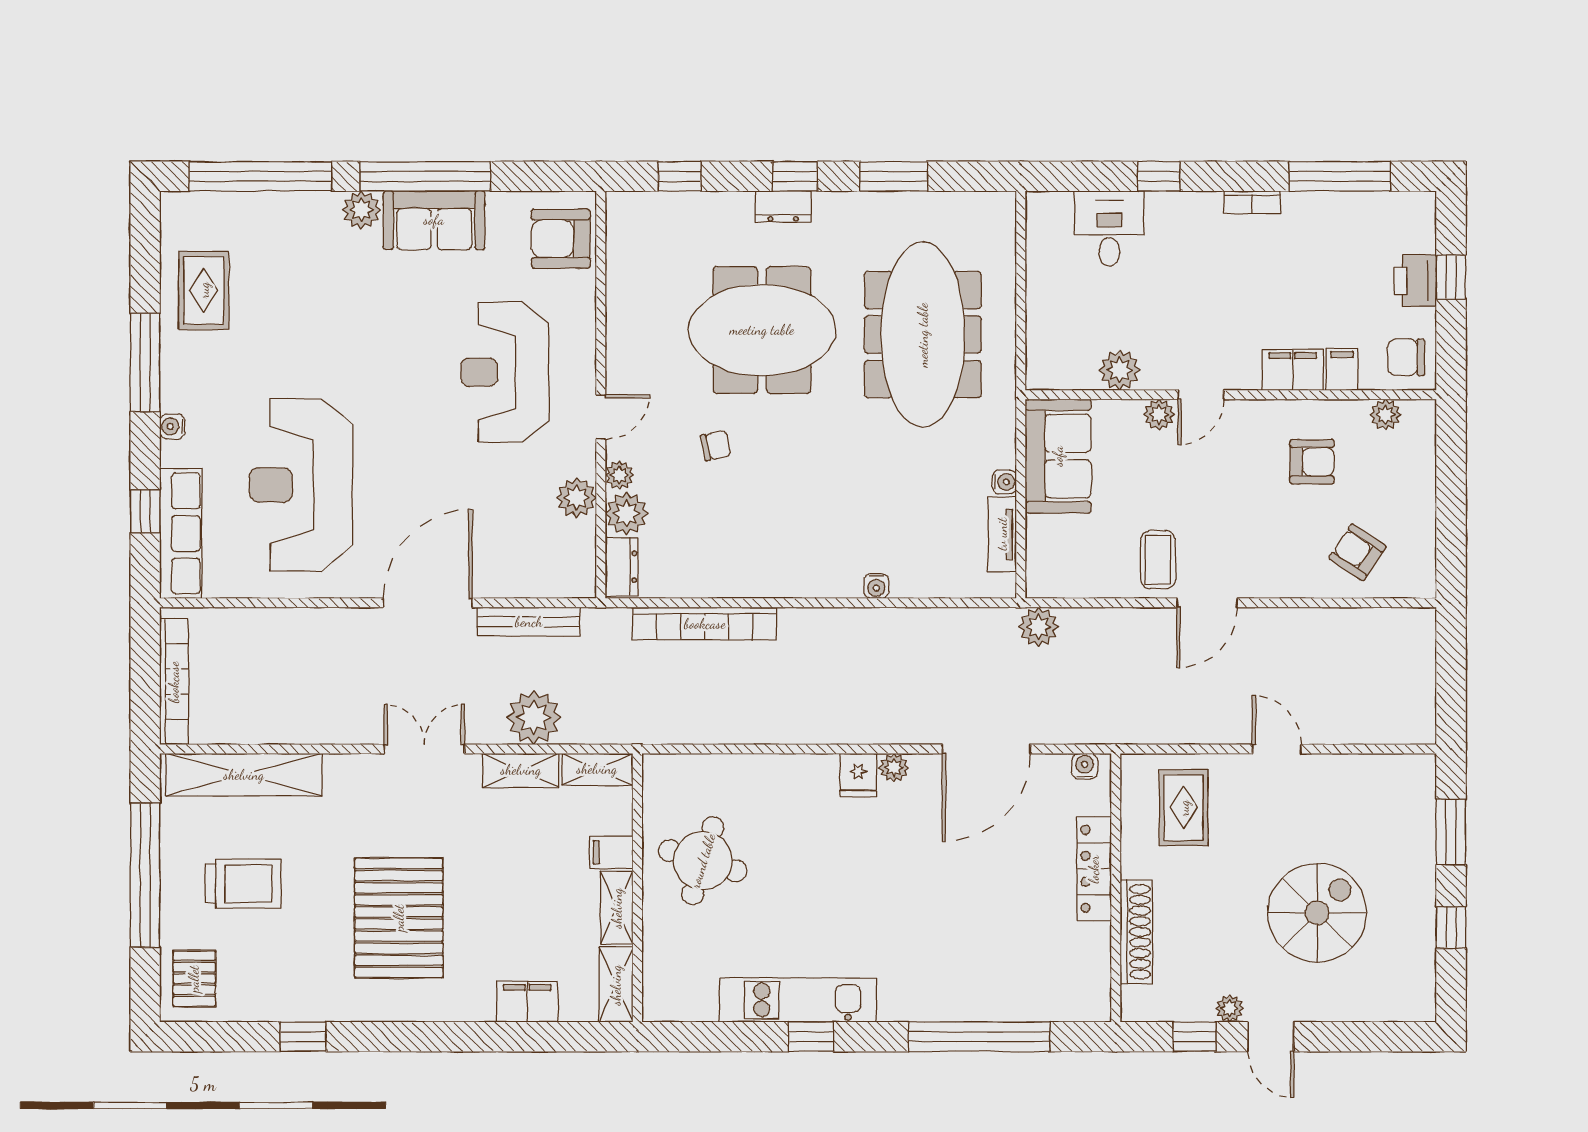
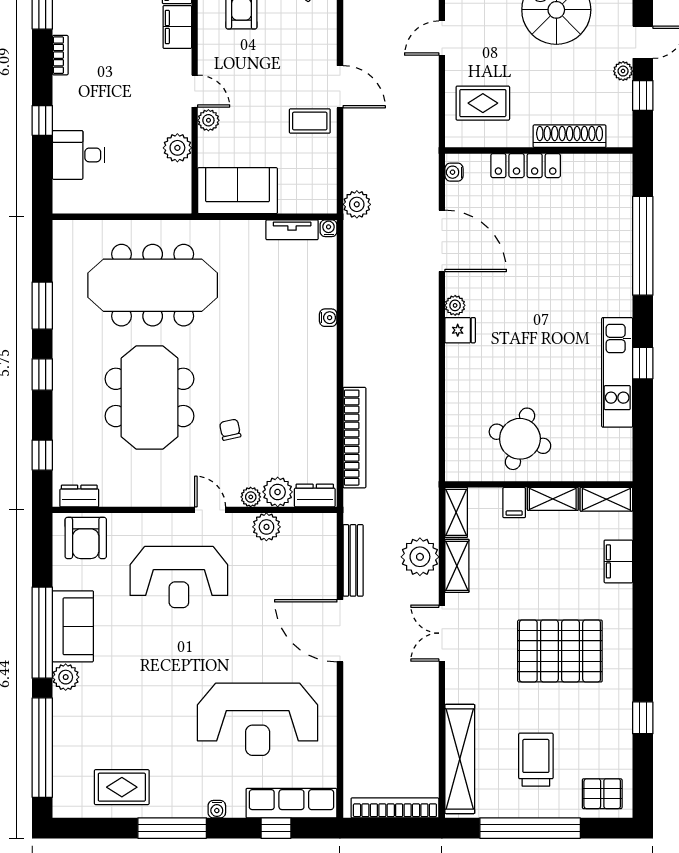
dresser: (783, 207) -> (79, 496), moved, turned -90
water cooler: (1004, 482) -> (329, 228), moved

